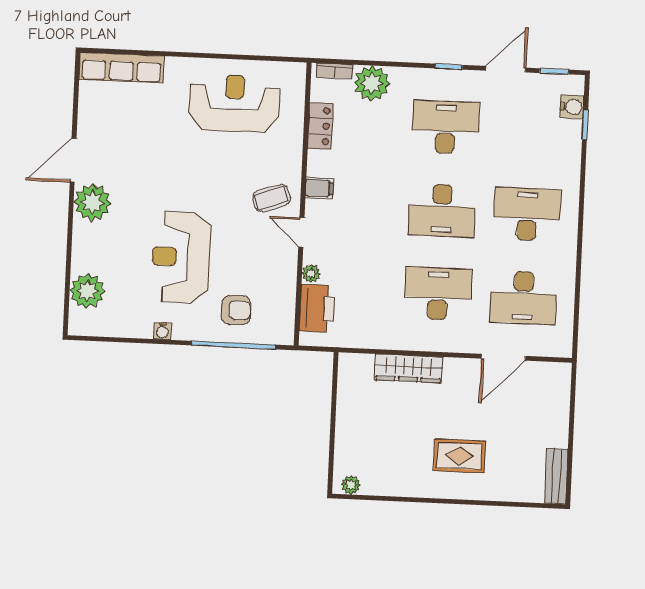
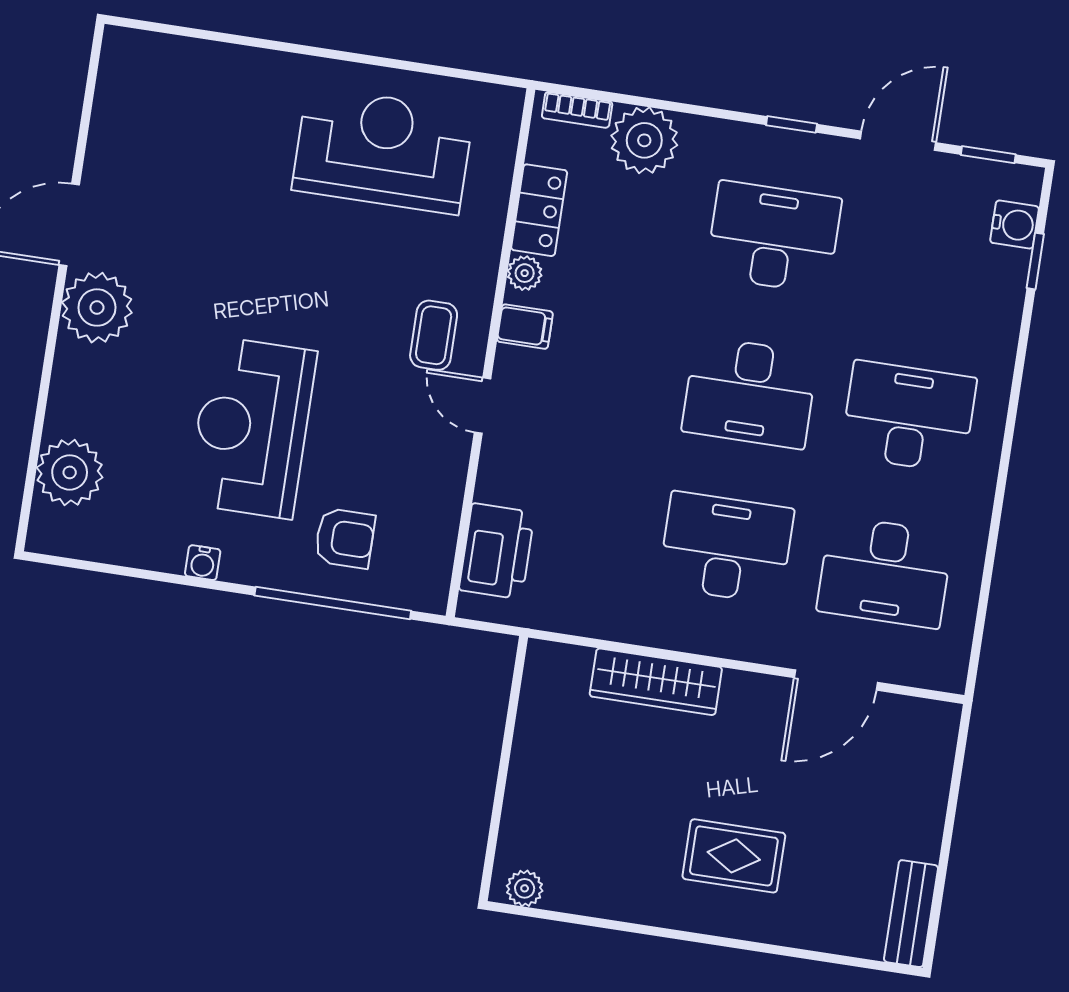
row of seats: (122, 68) -> (179, 61), removed
coffee table: (272, 198) -> (434, 335), turned -71
plant: (311, 274) -> (525, 273), moved

